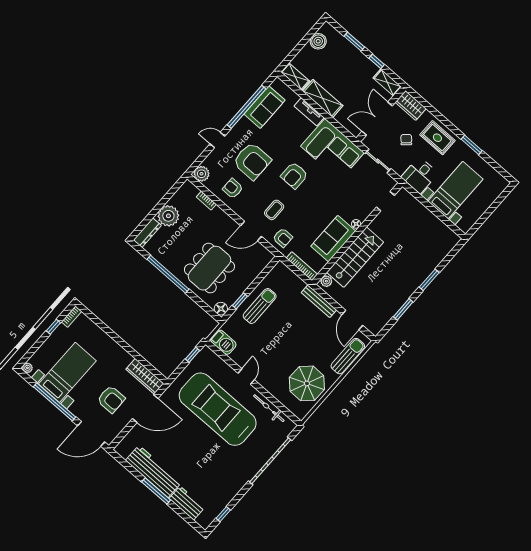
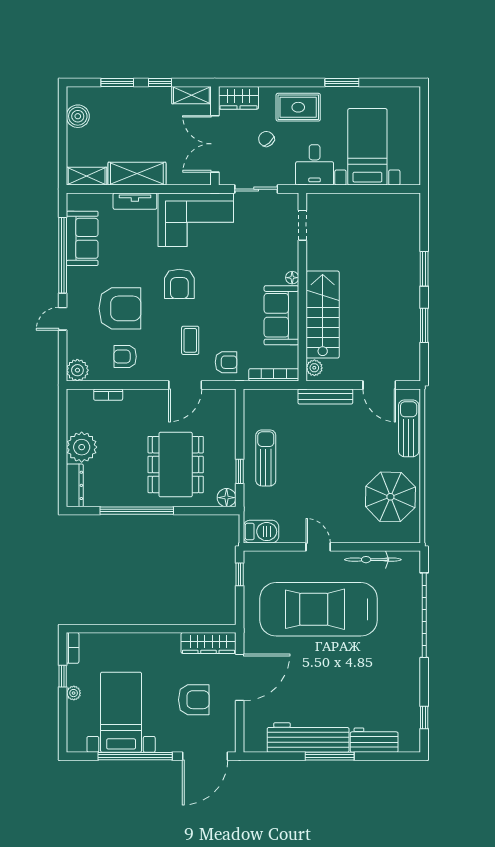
plant: (27, 368) -> (74, 693), moved

